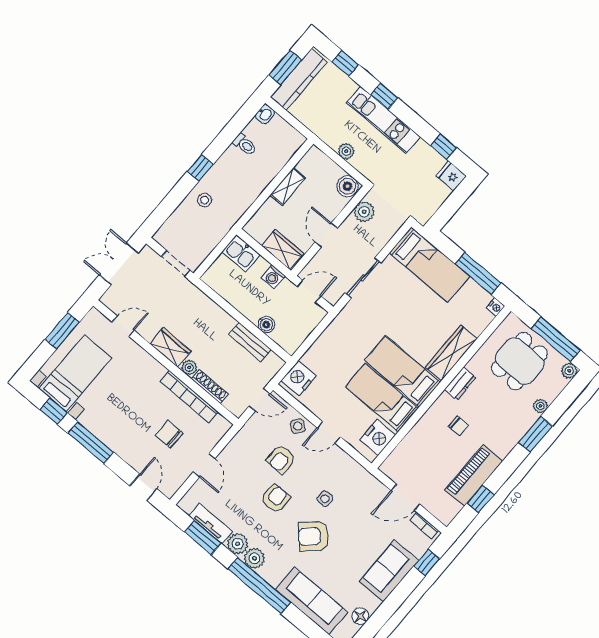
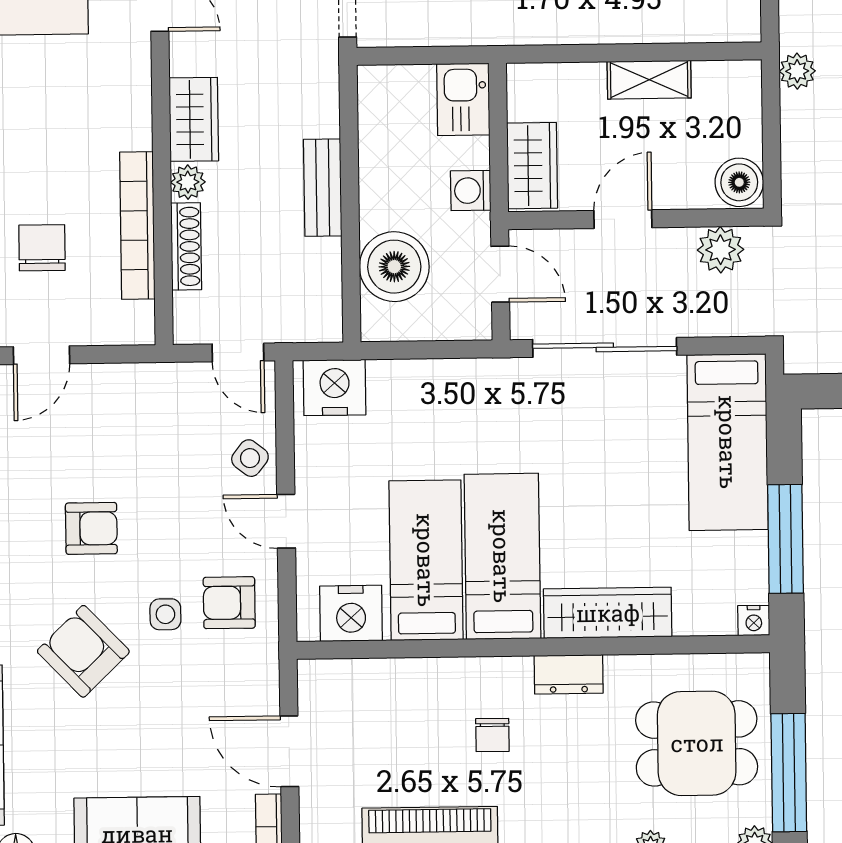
plant: (346, 151) -> (797, 71), moved
sliding door: (363, 278) -> (605, 347), width x1.37
boiler: (266, 325) -> (394, 267), width x1.86, depth x1.86
bench: (250, 342) -> (323, 188), moved
armchair: (281, 459) -> (229, 603), moved

